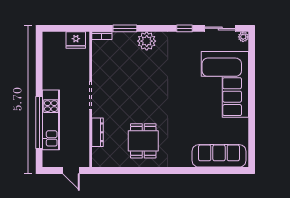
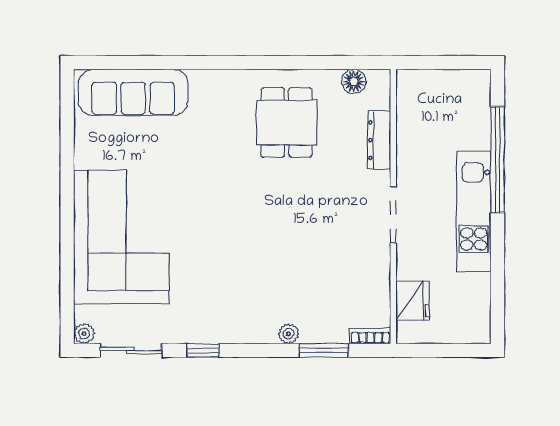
fridge: (76, 40) -> (413, 301), moved, turned 90
plant: (147, 41) -> (289, 334), width x0.53, depth x0.53
kitchen unit: (51, 120) -> (474, 211), moved
floor lamp: (110, 161) -> (354, 81), added
door: (71, 171) -> (433, 63), removed

